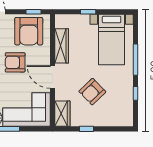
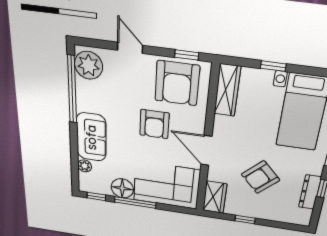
wardrobe: (62, 46) -> (227, 90), moved
armchair: (15, 62) -> (154, 124), turned -90
dresser: (128, 98) -> (310, 192), added

